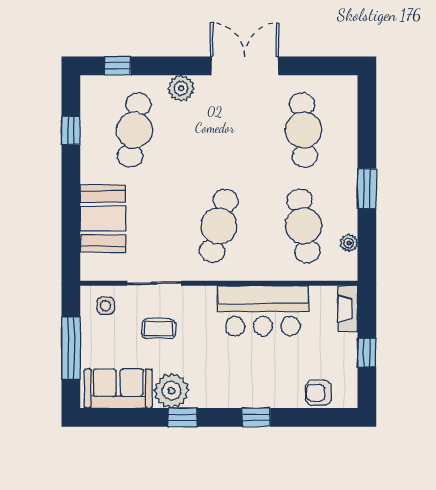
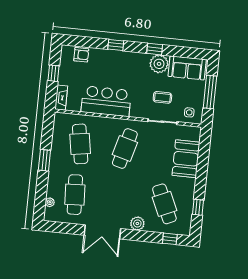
cafe table: (134, 130) -> (164, 204), turned -33
plant: (349, 243) -> (50, 202), moved

